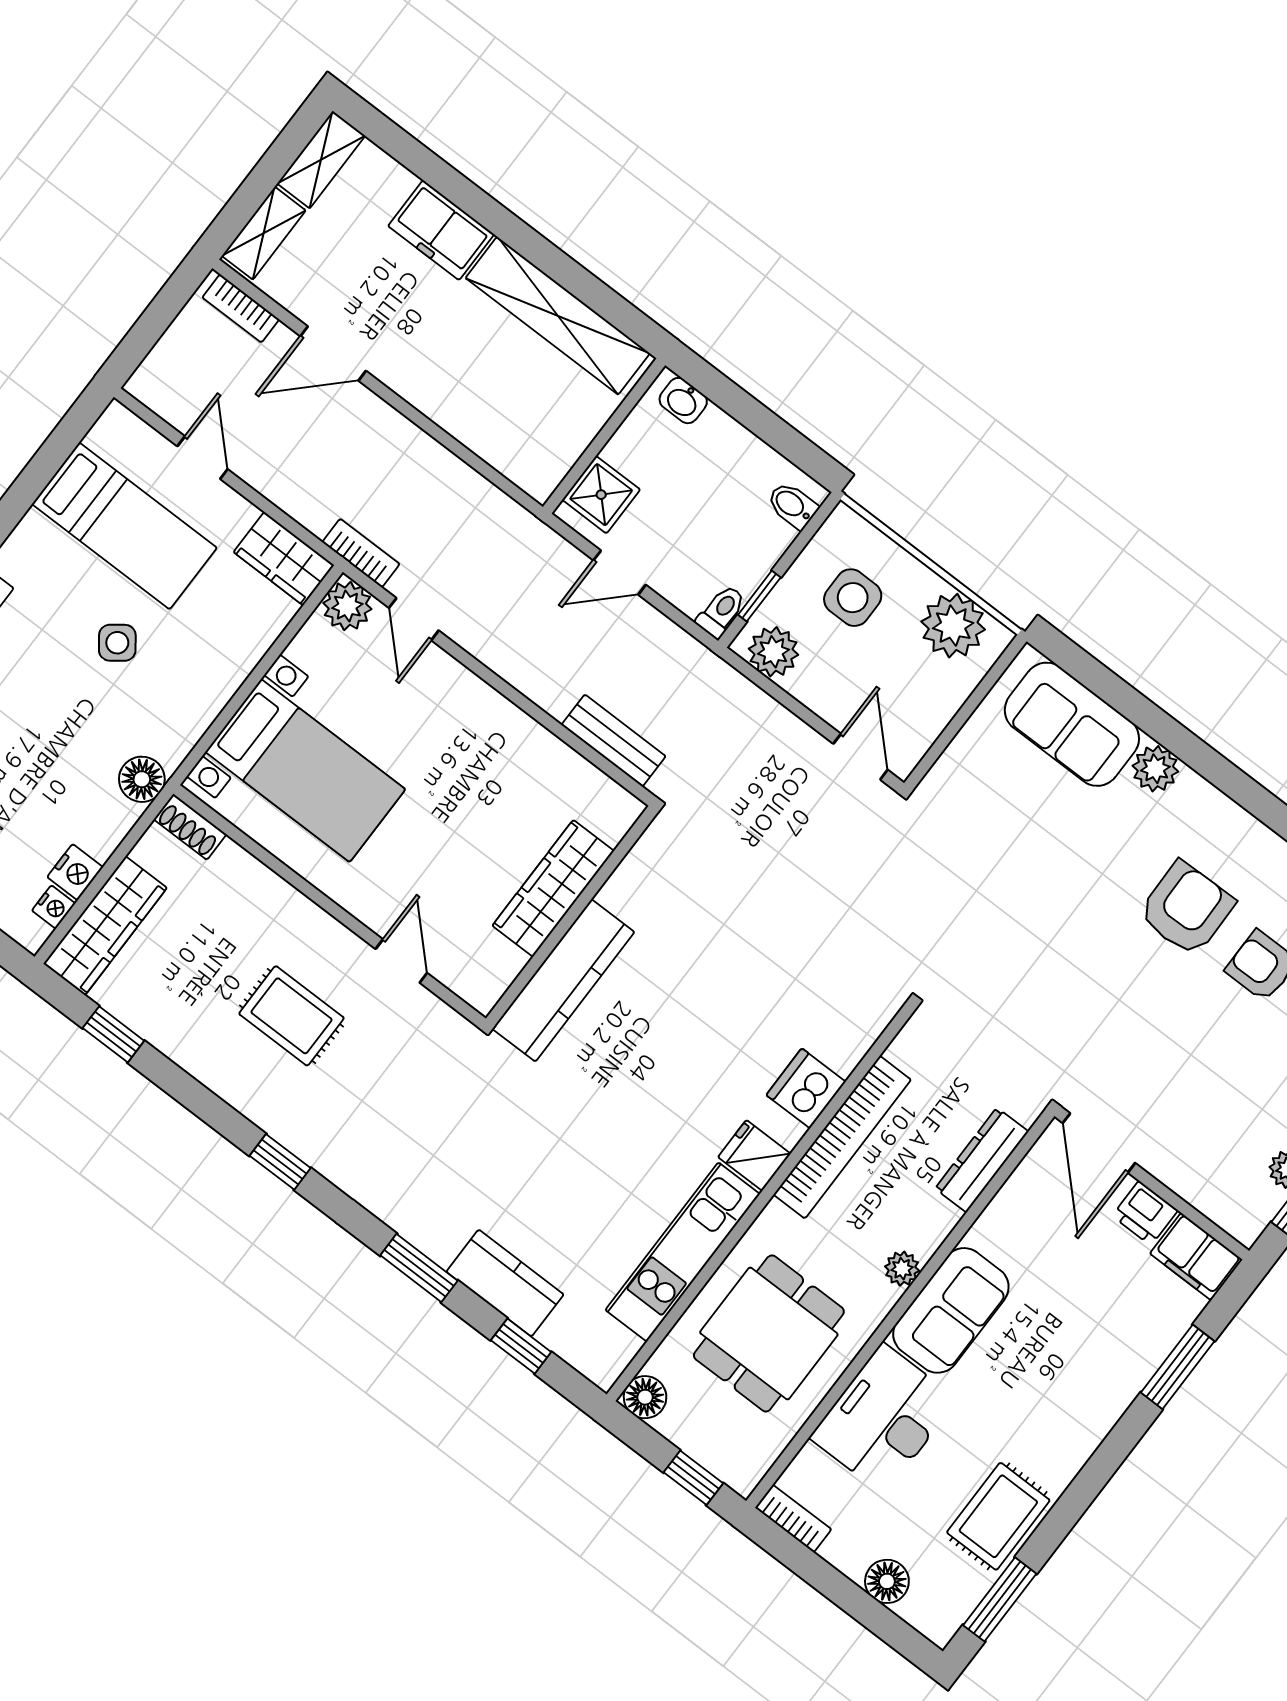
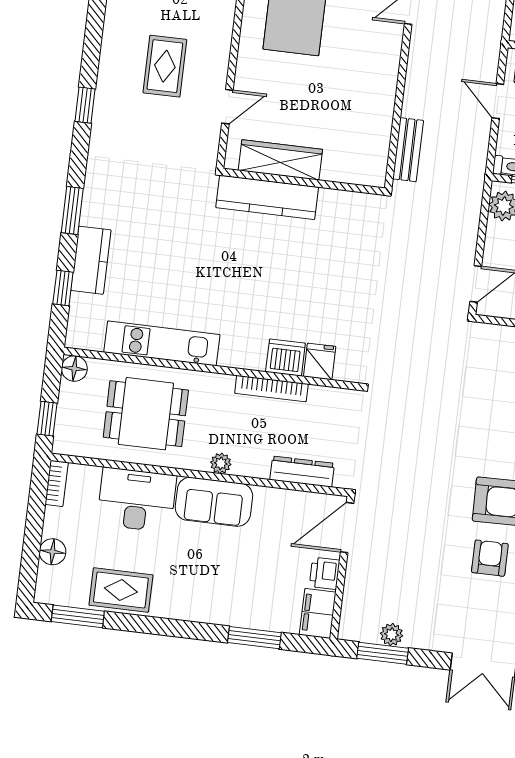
wardrobe: (553, 888) -> (280, 160), moved
bookcase: (842, 1137) -> (271, 389), width x0.68, depth x0.76
fridge: (754, 1155) -> (320, 361), moved

